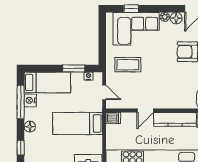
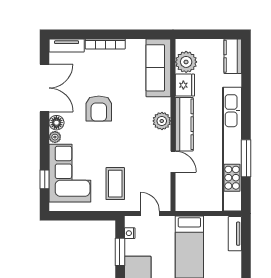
door: (104, 92) -> (150, 213), hinge flipped
plant: (177, 102) -> (162, 121), added
dishwasher: (113, 118) -> (182, 202), removed

